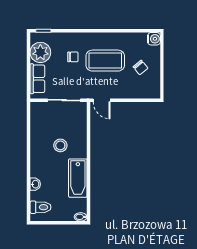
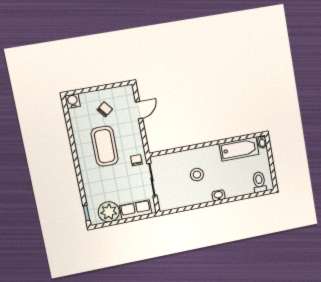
chair: (73, 57) -> (136, 160), moved
door: (102, 100) -> (139, 110), moved
bathtub: (78, 178) -> (239, 149), moved
washbasin: (35, 184) -> (218, 195), moved

